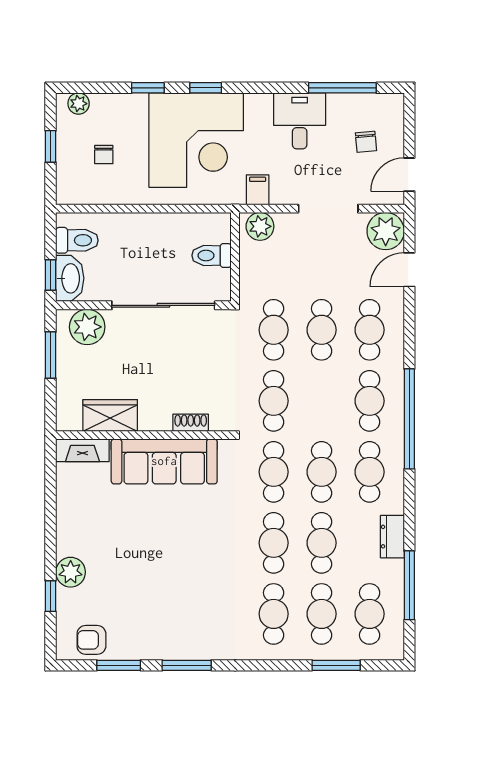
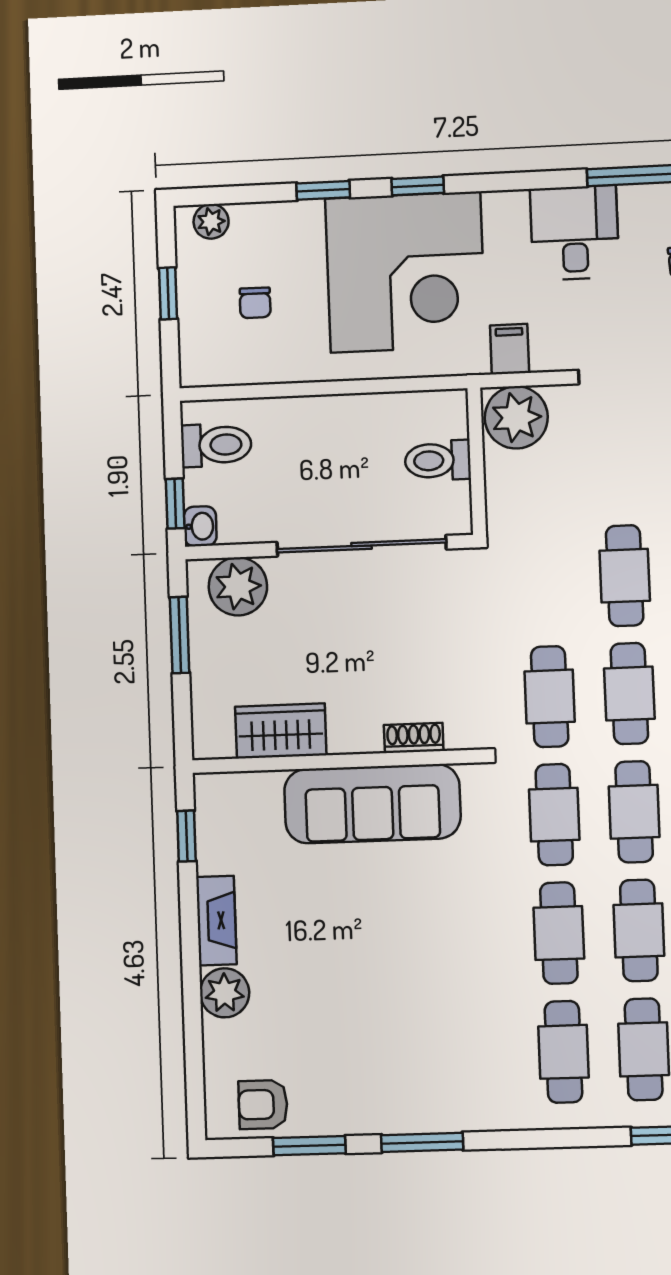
plant: (260, 226) -> (516, 417), width x1.36, depth x1.36
washbasin: (70, 278) -> (200, 526), width x0.52, depth x0.69
cafe table: (274, 330) -> (629, 694), moved
fireplace: (82, 450) -> (216, 921), moved, turned -90
window: (51, 596) -> (186, 836), moved

